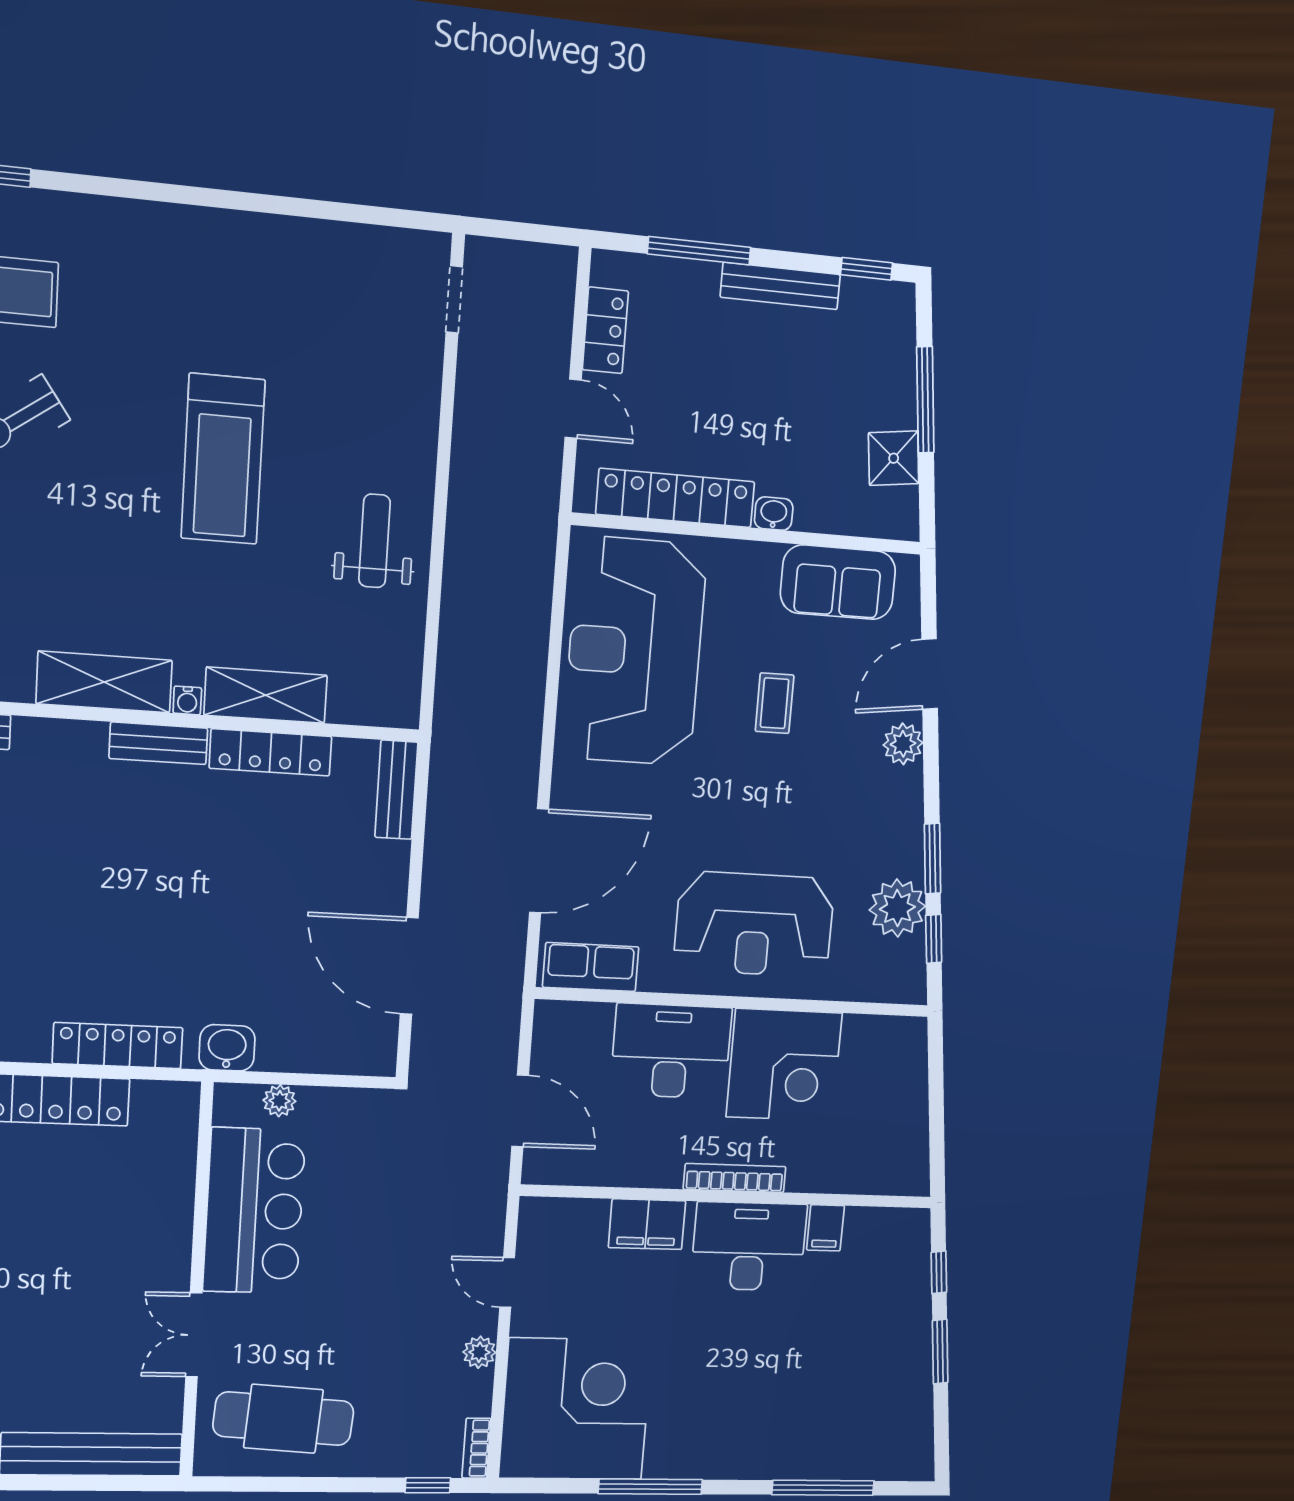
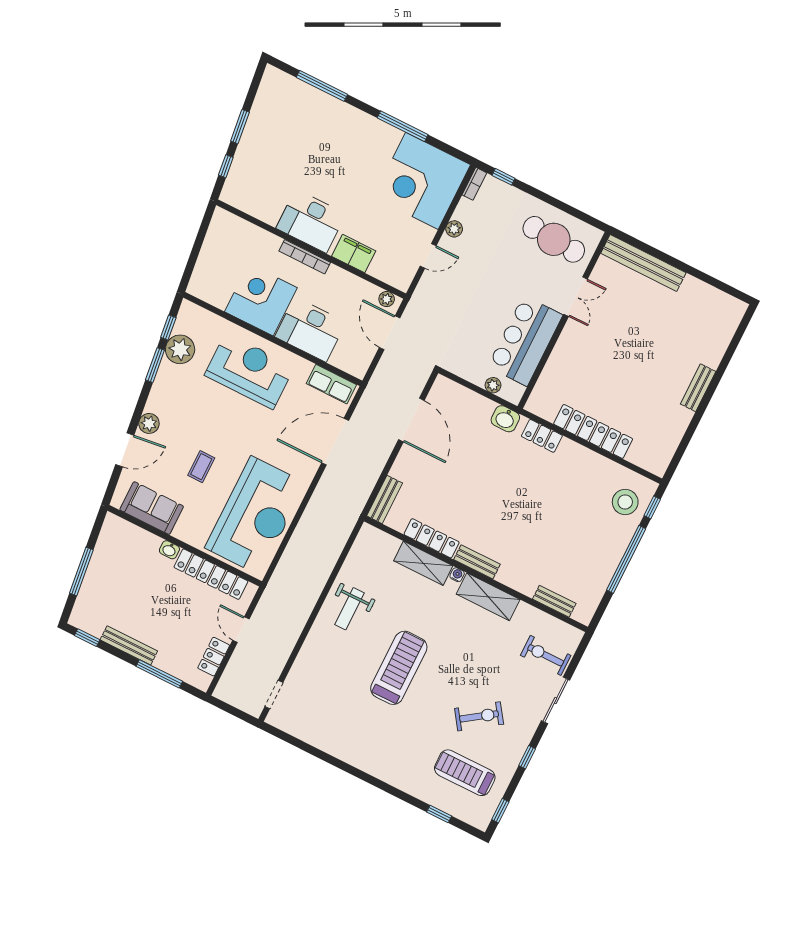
shower: (894, 458) -> (105, 552), removed
locker: (118, 1046) -> (542, 436), width x0.66
plant: (552, 1170) -> (387, 299), added
filing cabinet: (825, 1228) -> (272, 213), removed
door: (507, 1282) -> (428, 256), hinge flipped

